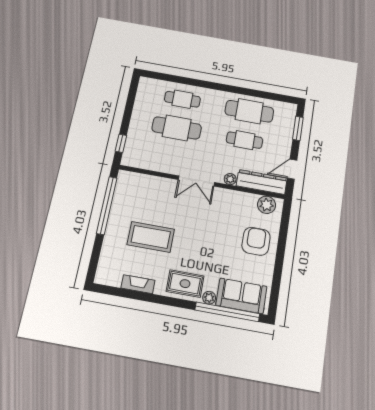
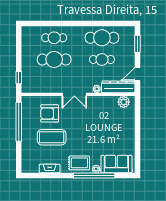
armchair: (256, 241) -> (50, 113), moved, turned -90
window: (227, 312) -> (94, 176), moved

